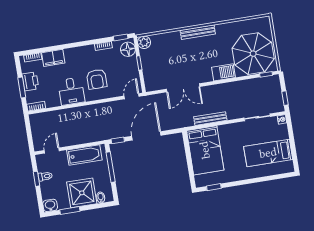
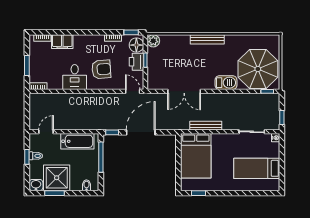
armchair: (97, 79) -> (101, 69), turned -94
printer: (30, 81) -> (137, 62), moved, turned 180
door: (132, 96) -> (133, 91), hinge flipped
shower: (82, 193) -> (57, 178), moved

